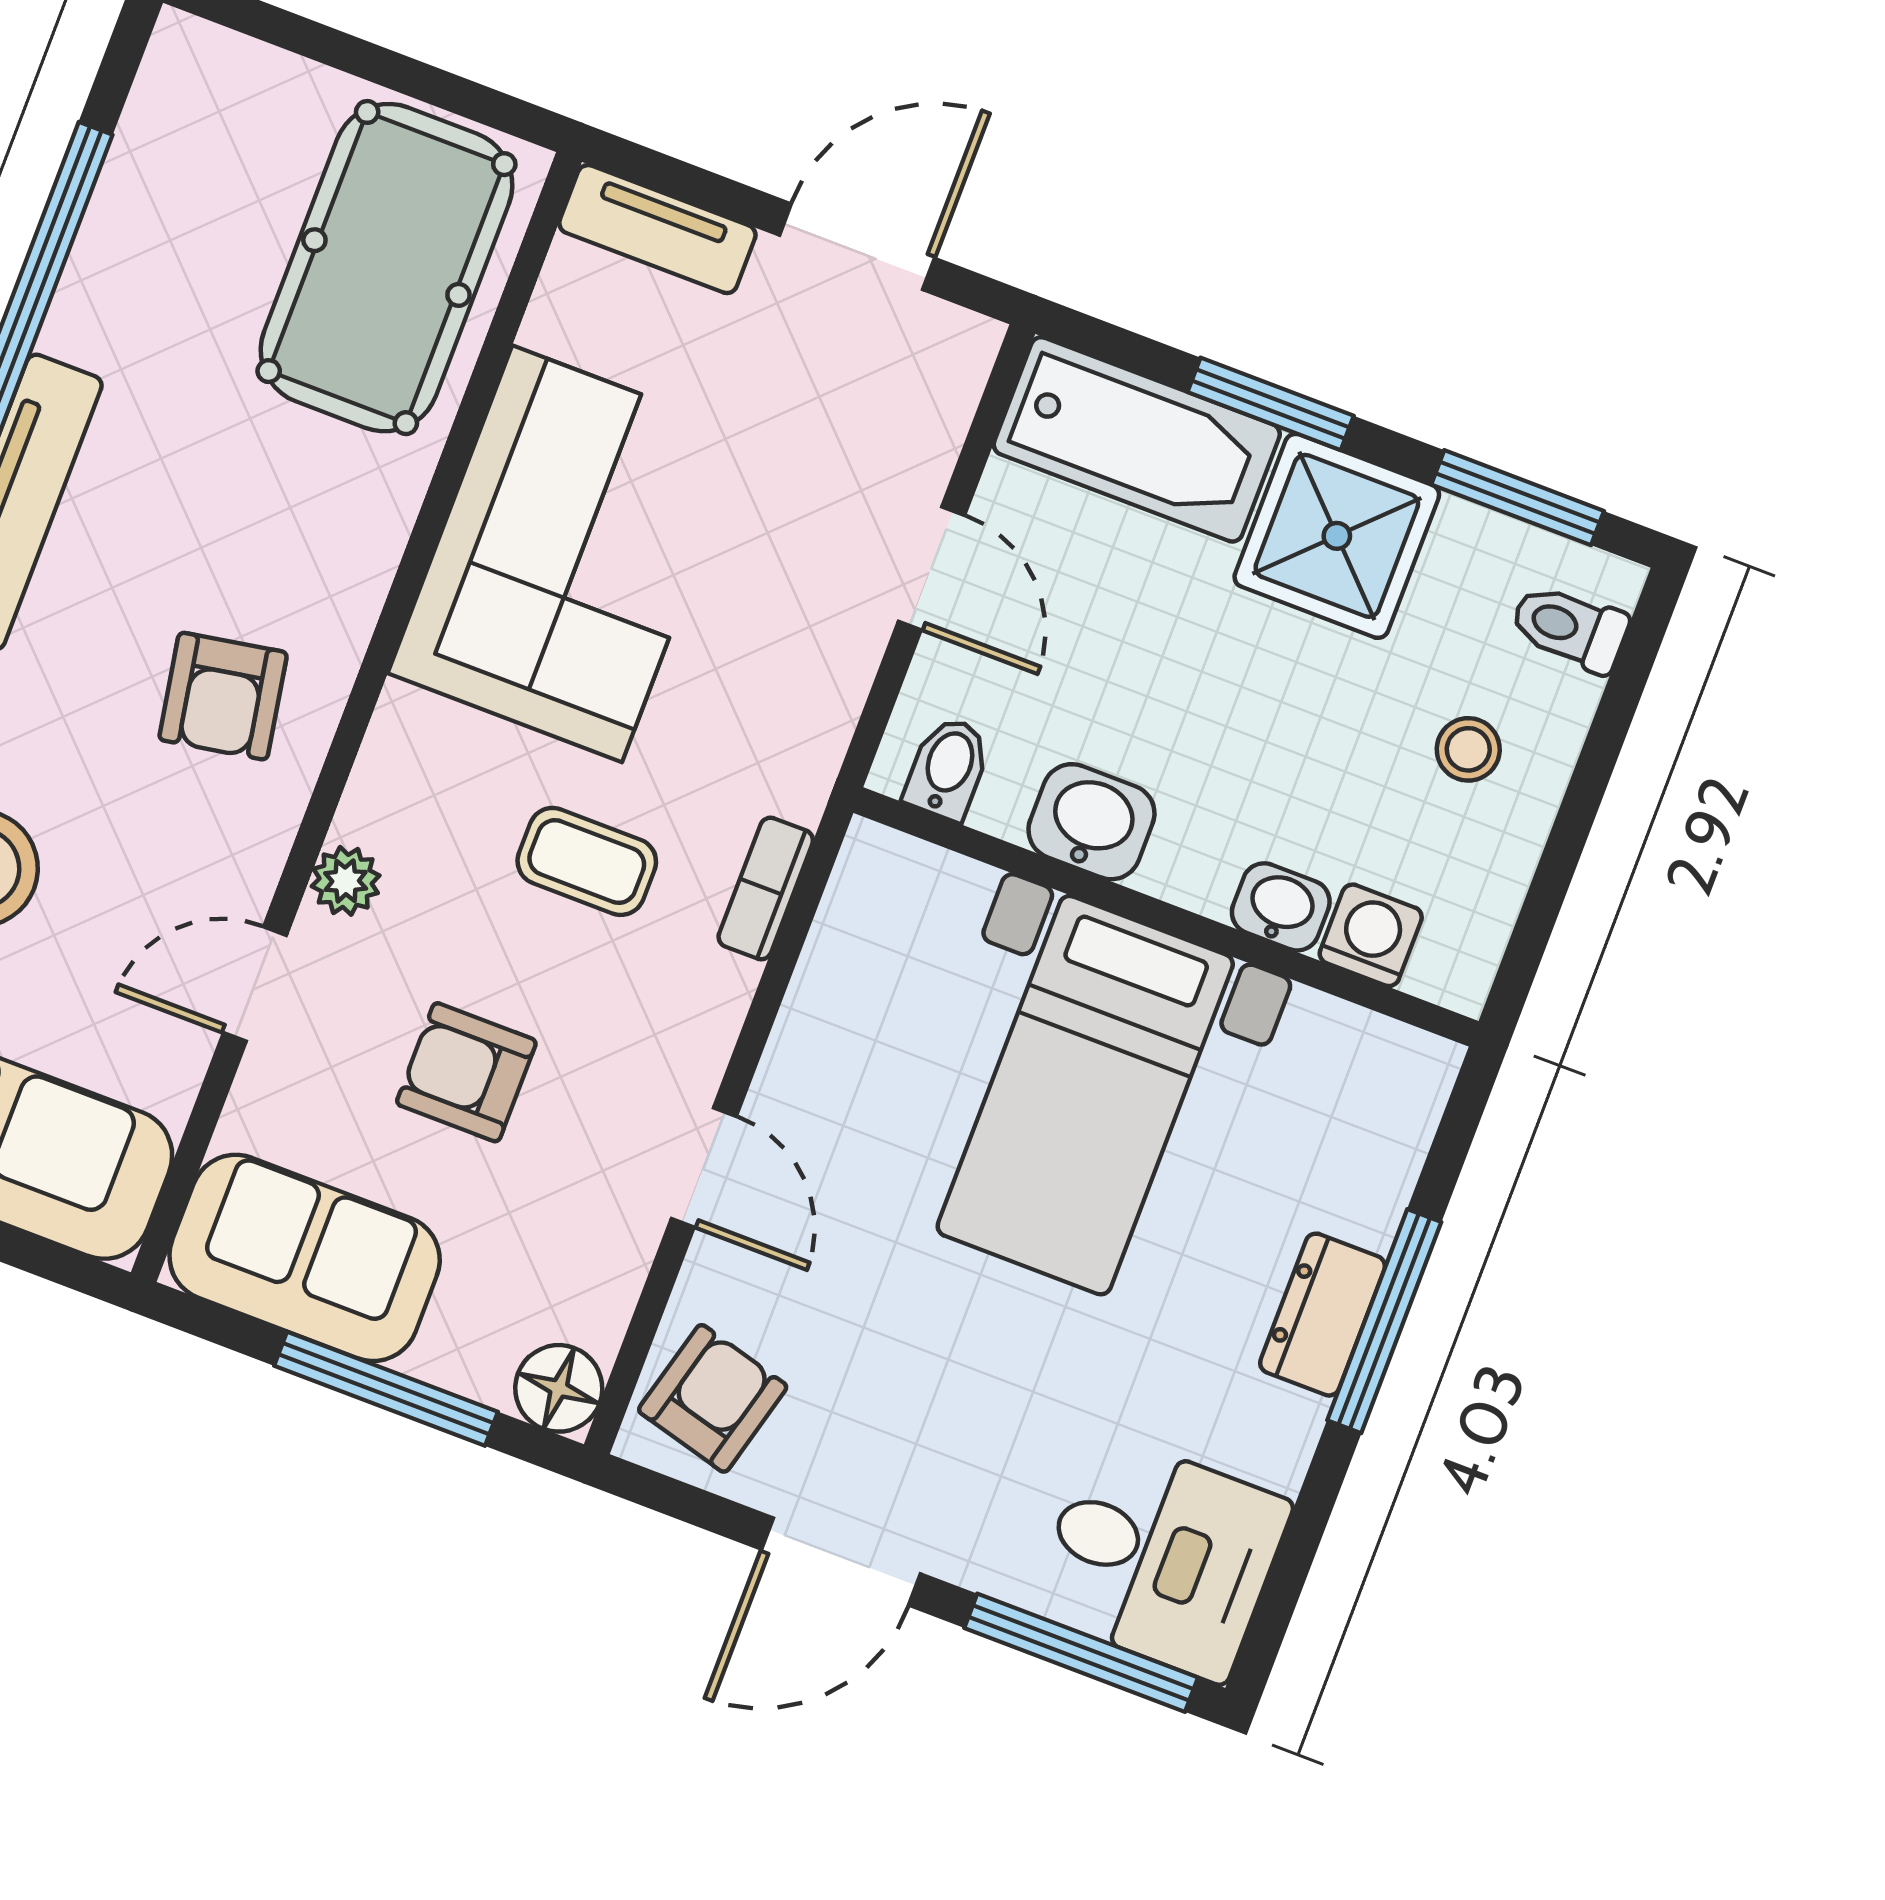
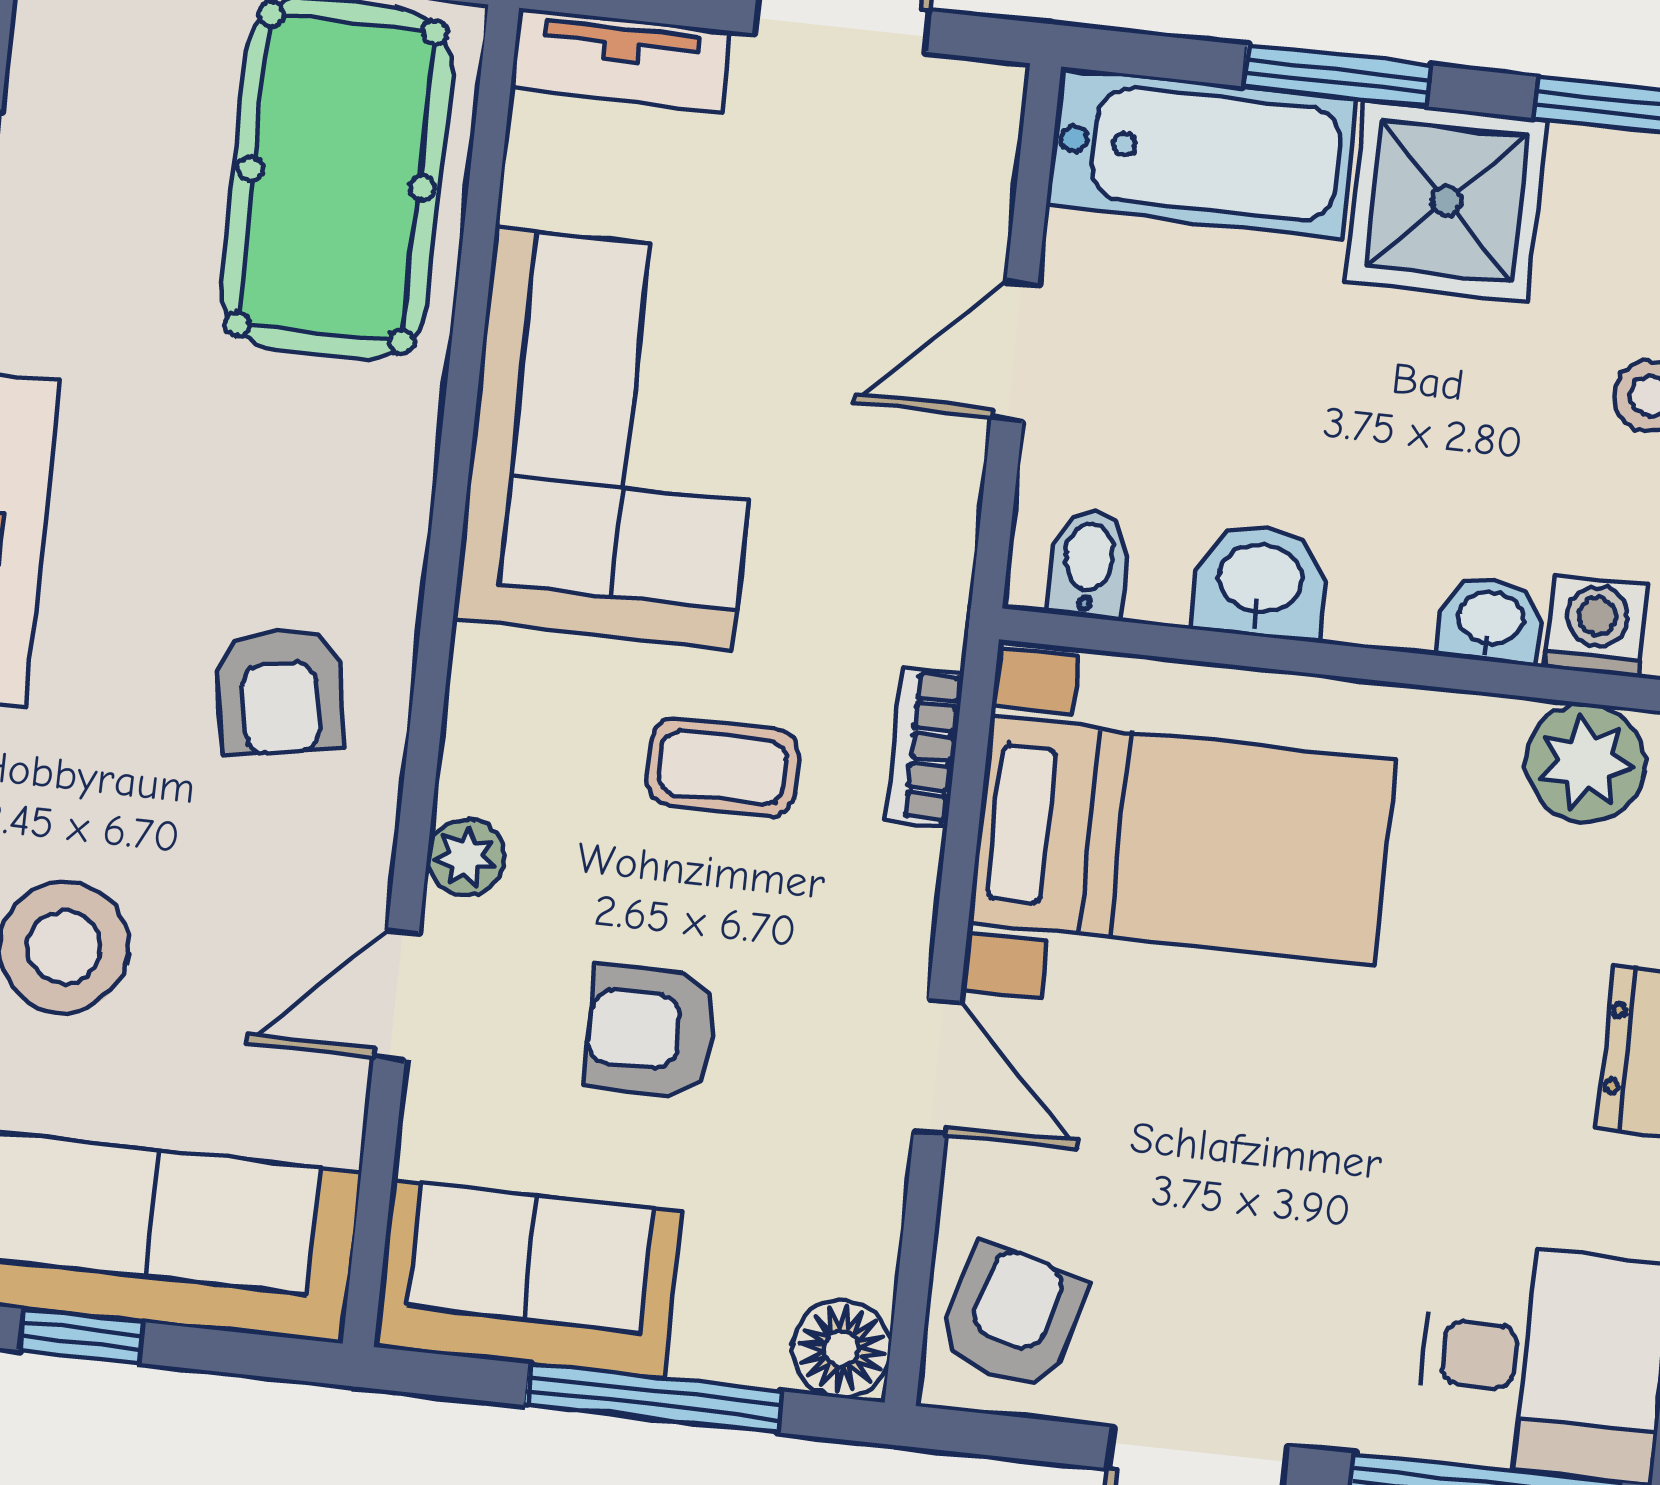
door: (931, 568) -> (1015, 351), swing flipped
plant: (1331, 1051) -> (1586, 763), added
bed with nightstands: (1085, 1095) -> (1182, 841), moved, turned -90

